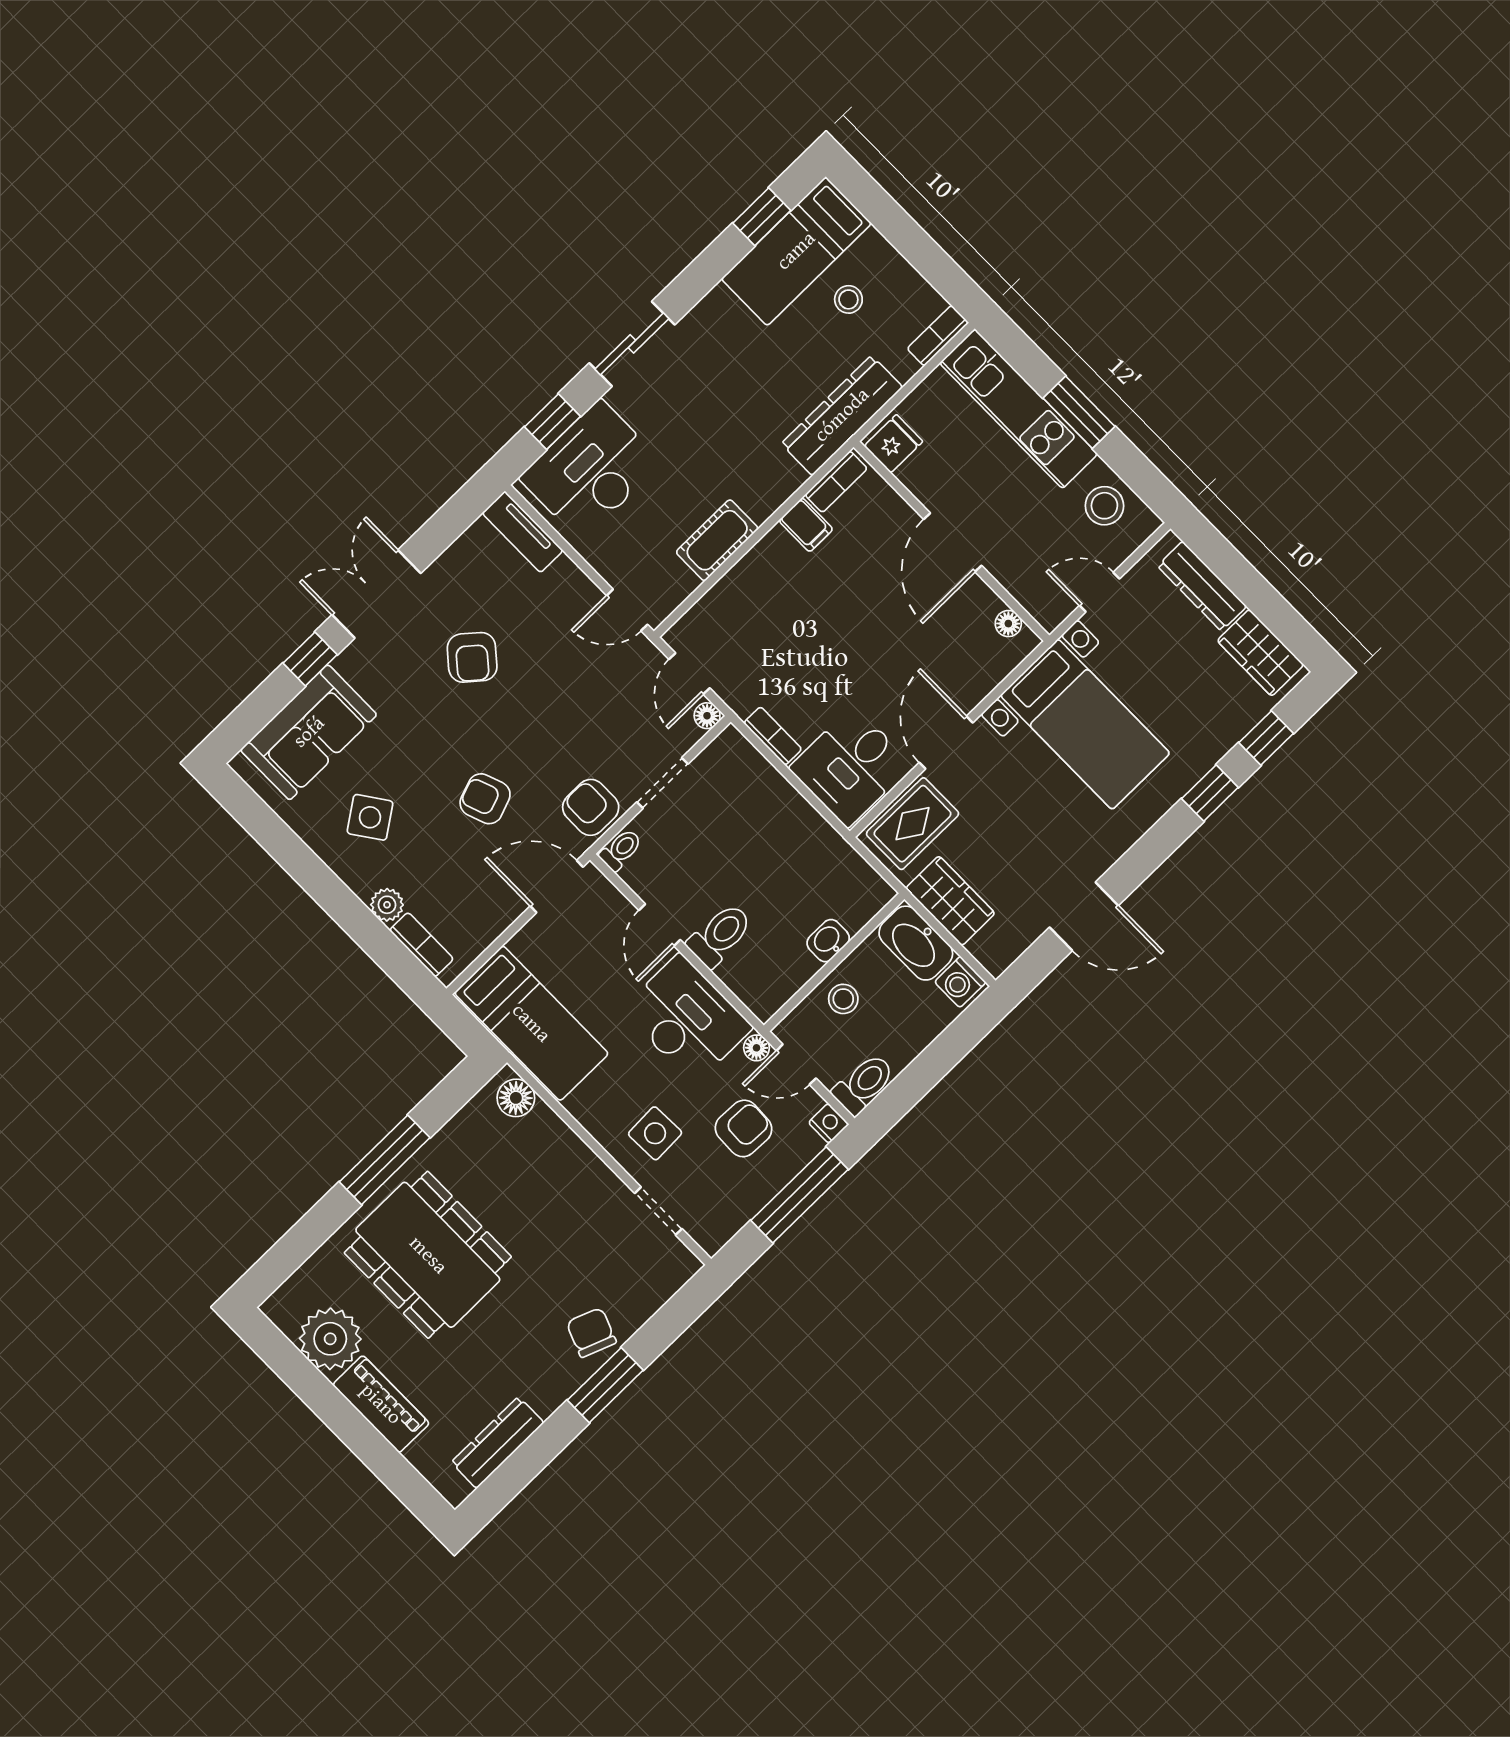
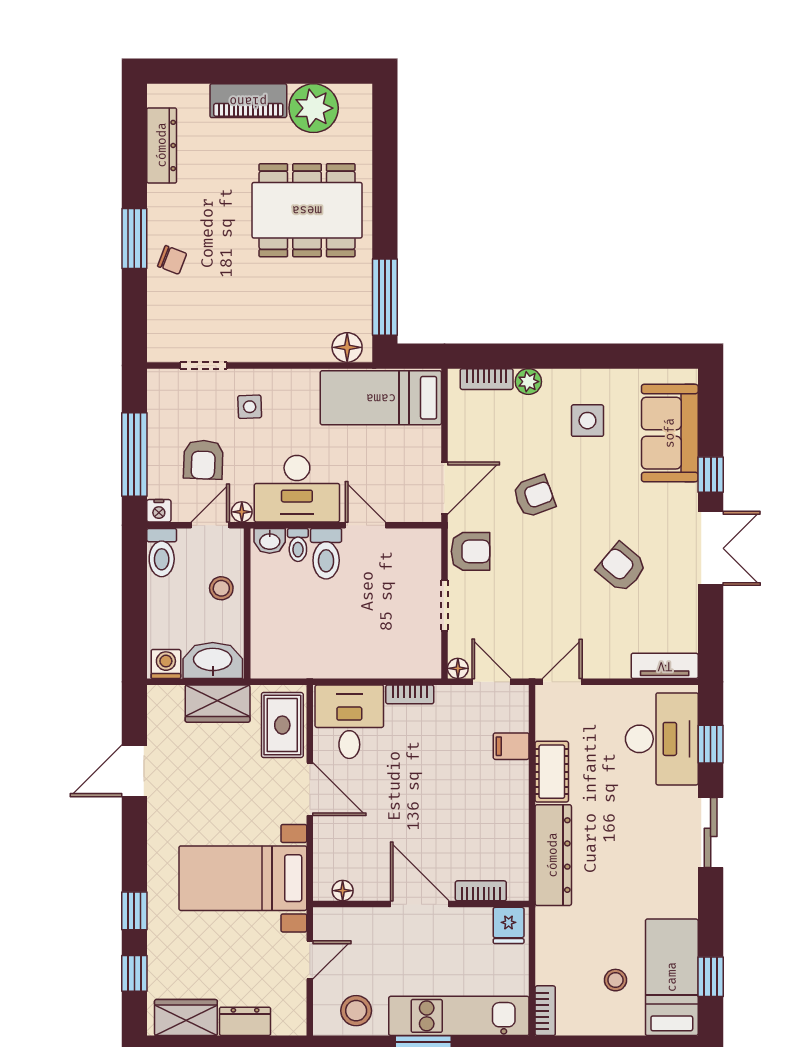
dresser: (842, 415) -> (553, 855), moved
bookcase: (836, 482) -> (481, 891), moved, turned 90
filing cabinet: (806, 525) -> (511, 746), moved
dresser: (1202, 586) -> (245, 1021), width x0.70
side table: (370, 817) -> (587, 421), turned 35
toilet: (621, 850) -> (298, 545), moved
washbasin: (828, 941) -> (270, 541), moved, turned 90
side table: (655, 1133) -> (250, 407), width x0.73, depth x0.73
window: (385, 1160) -> (385, 297), moved
chair: (591, 1332) -> (172, 260), width x0.73, depth x0.73

